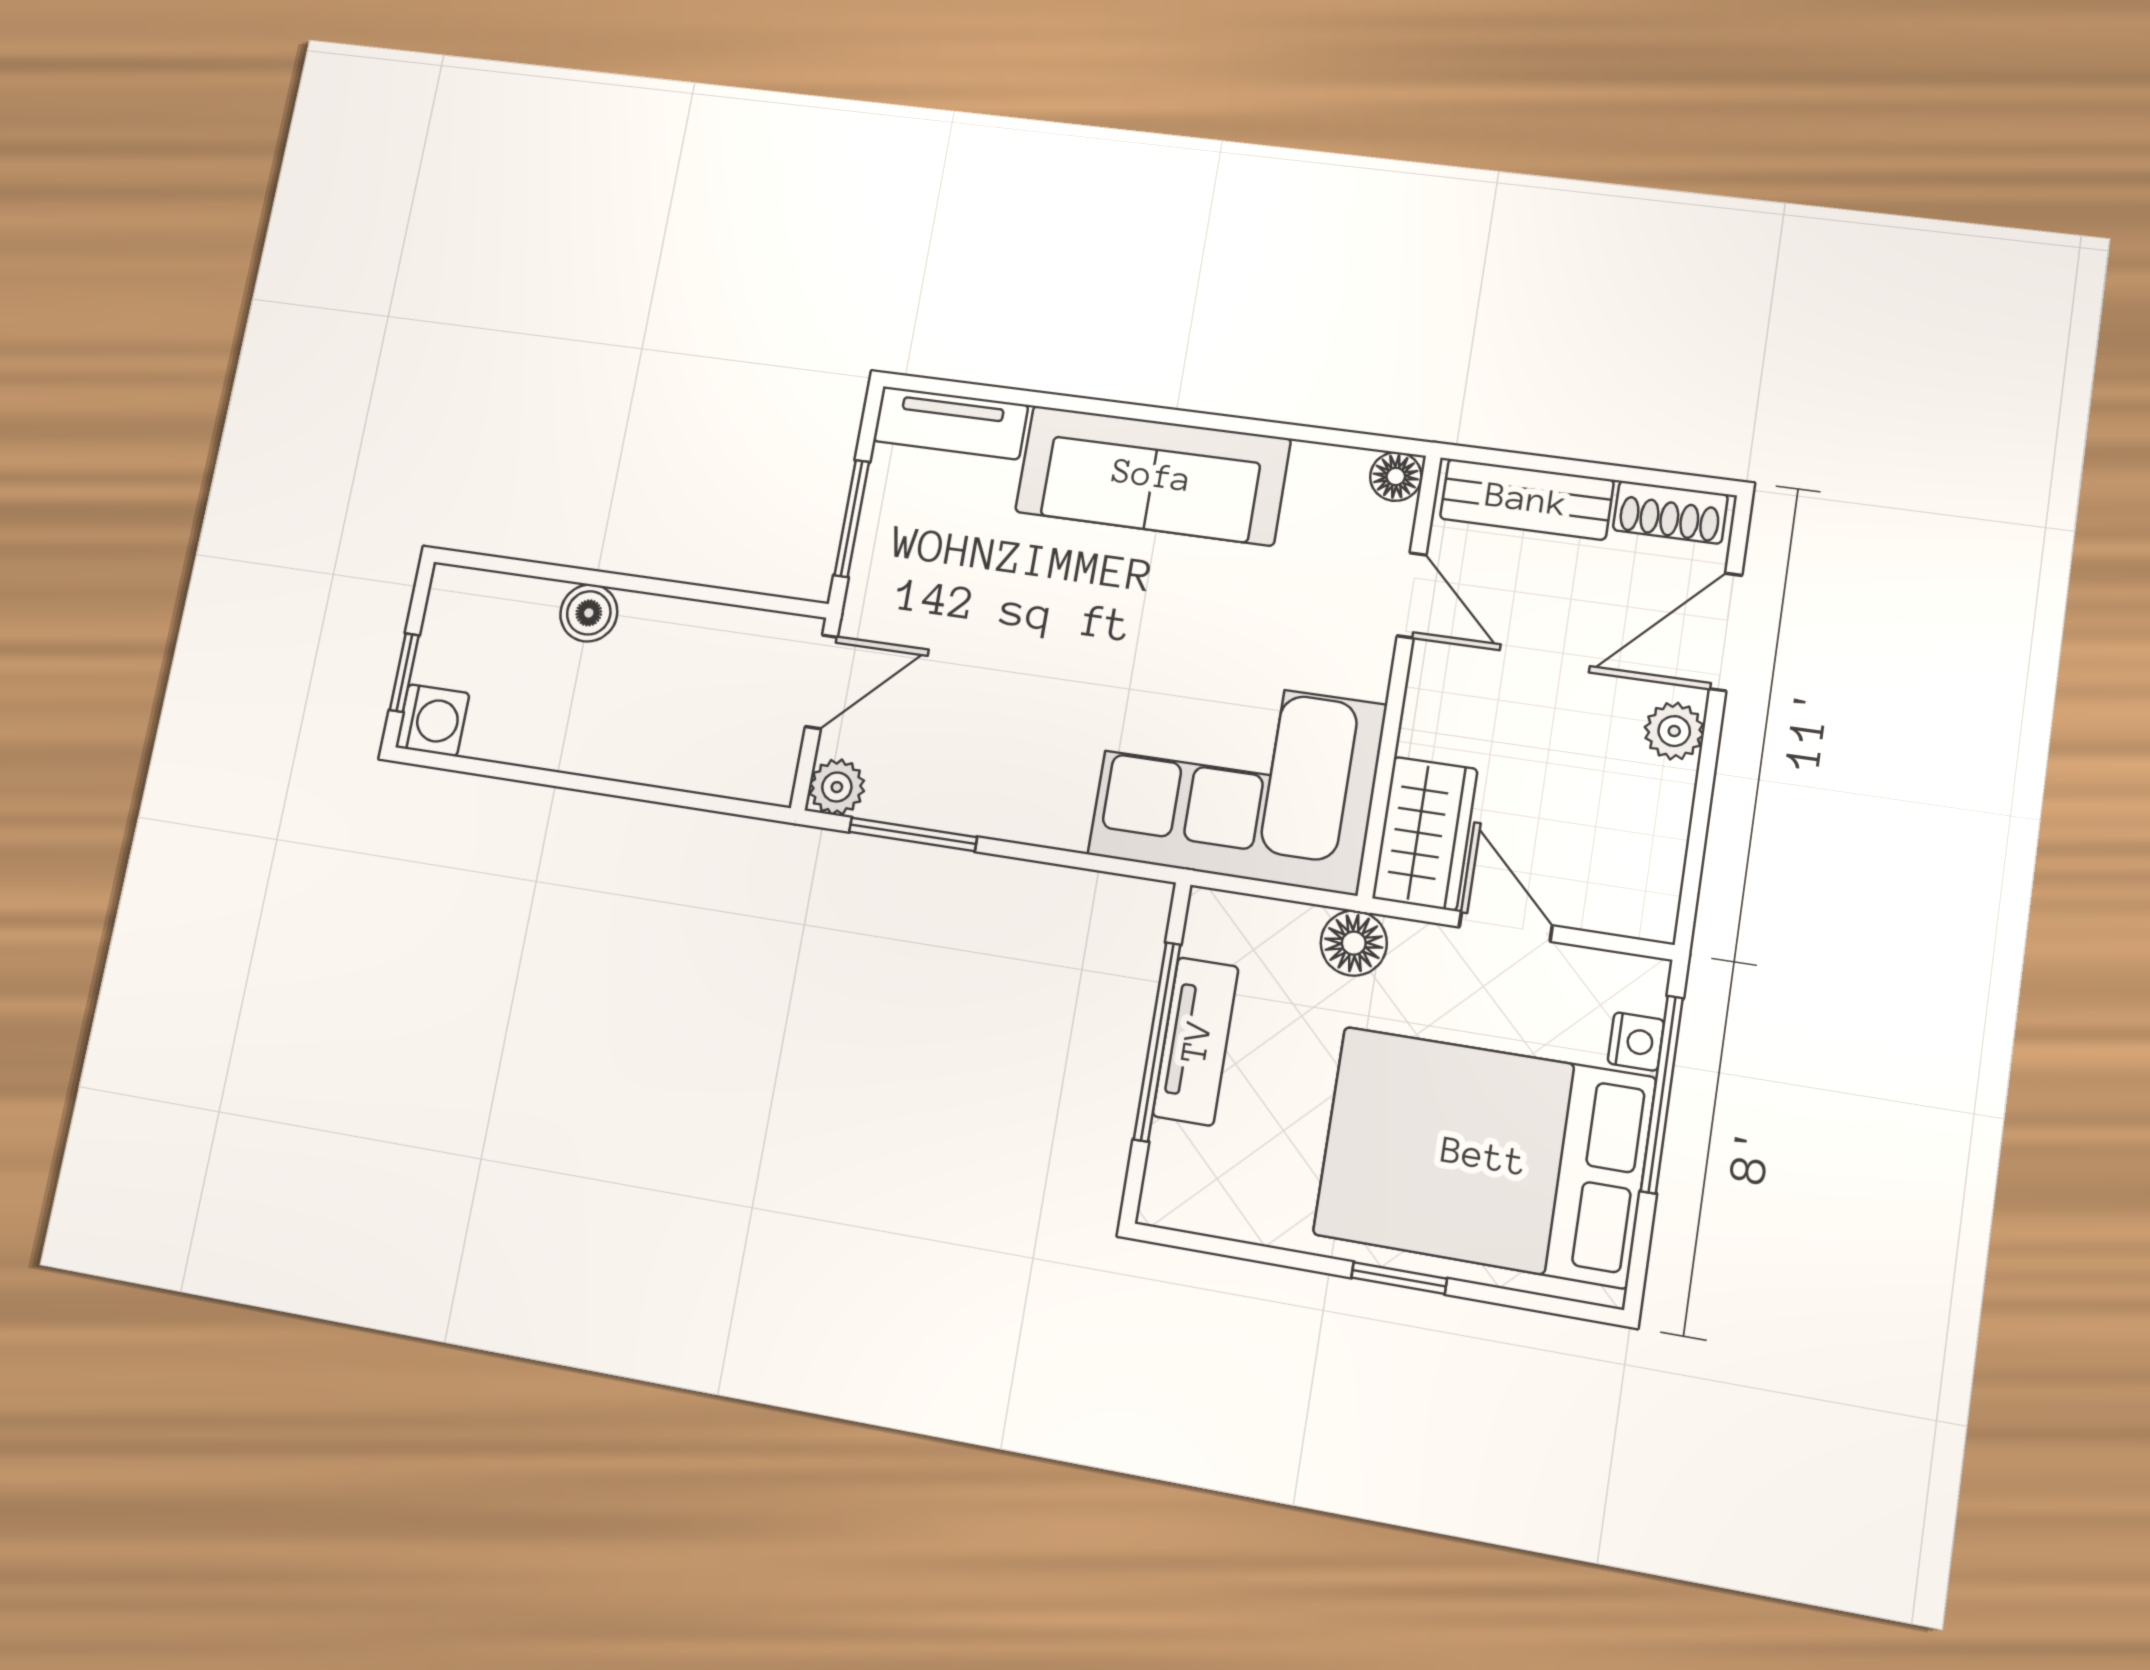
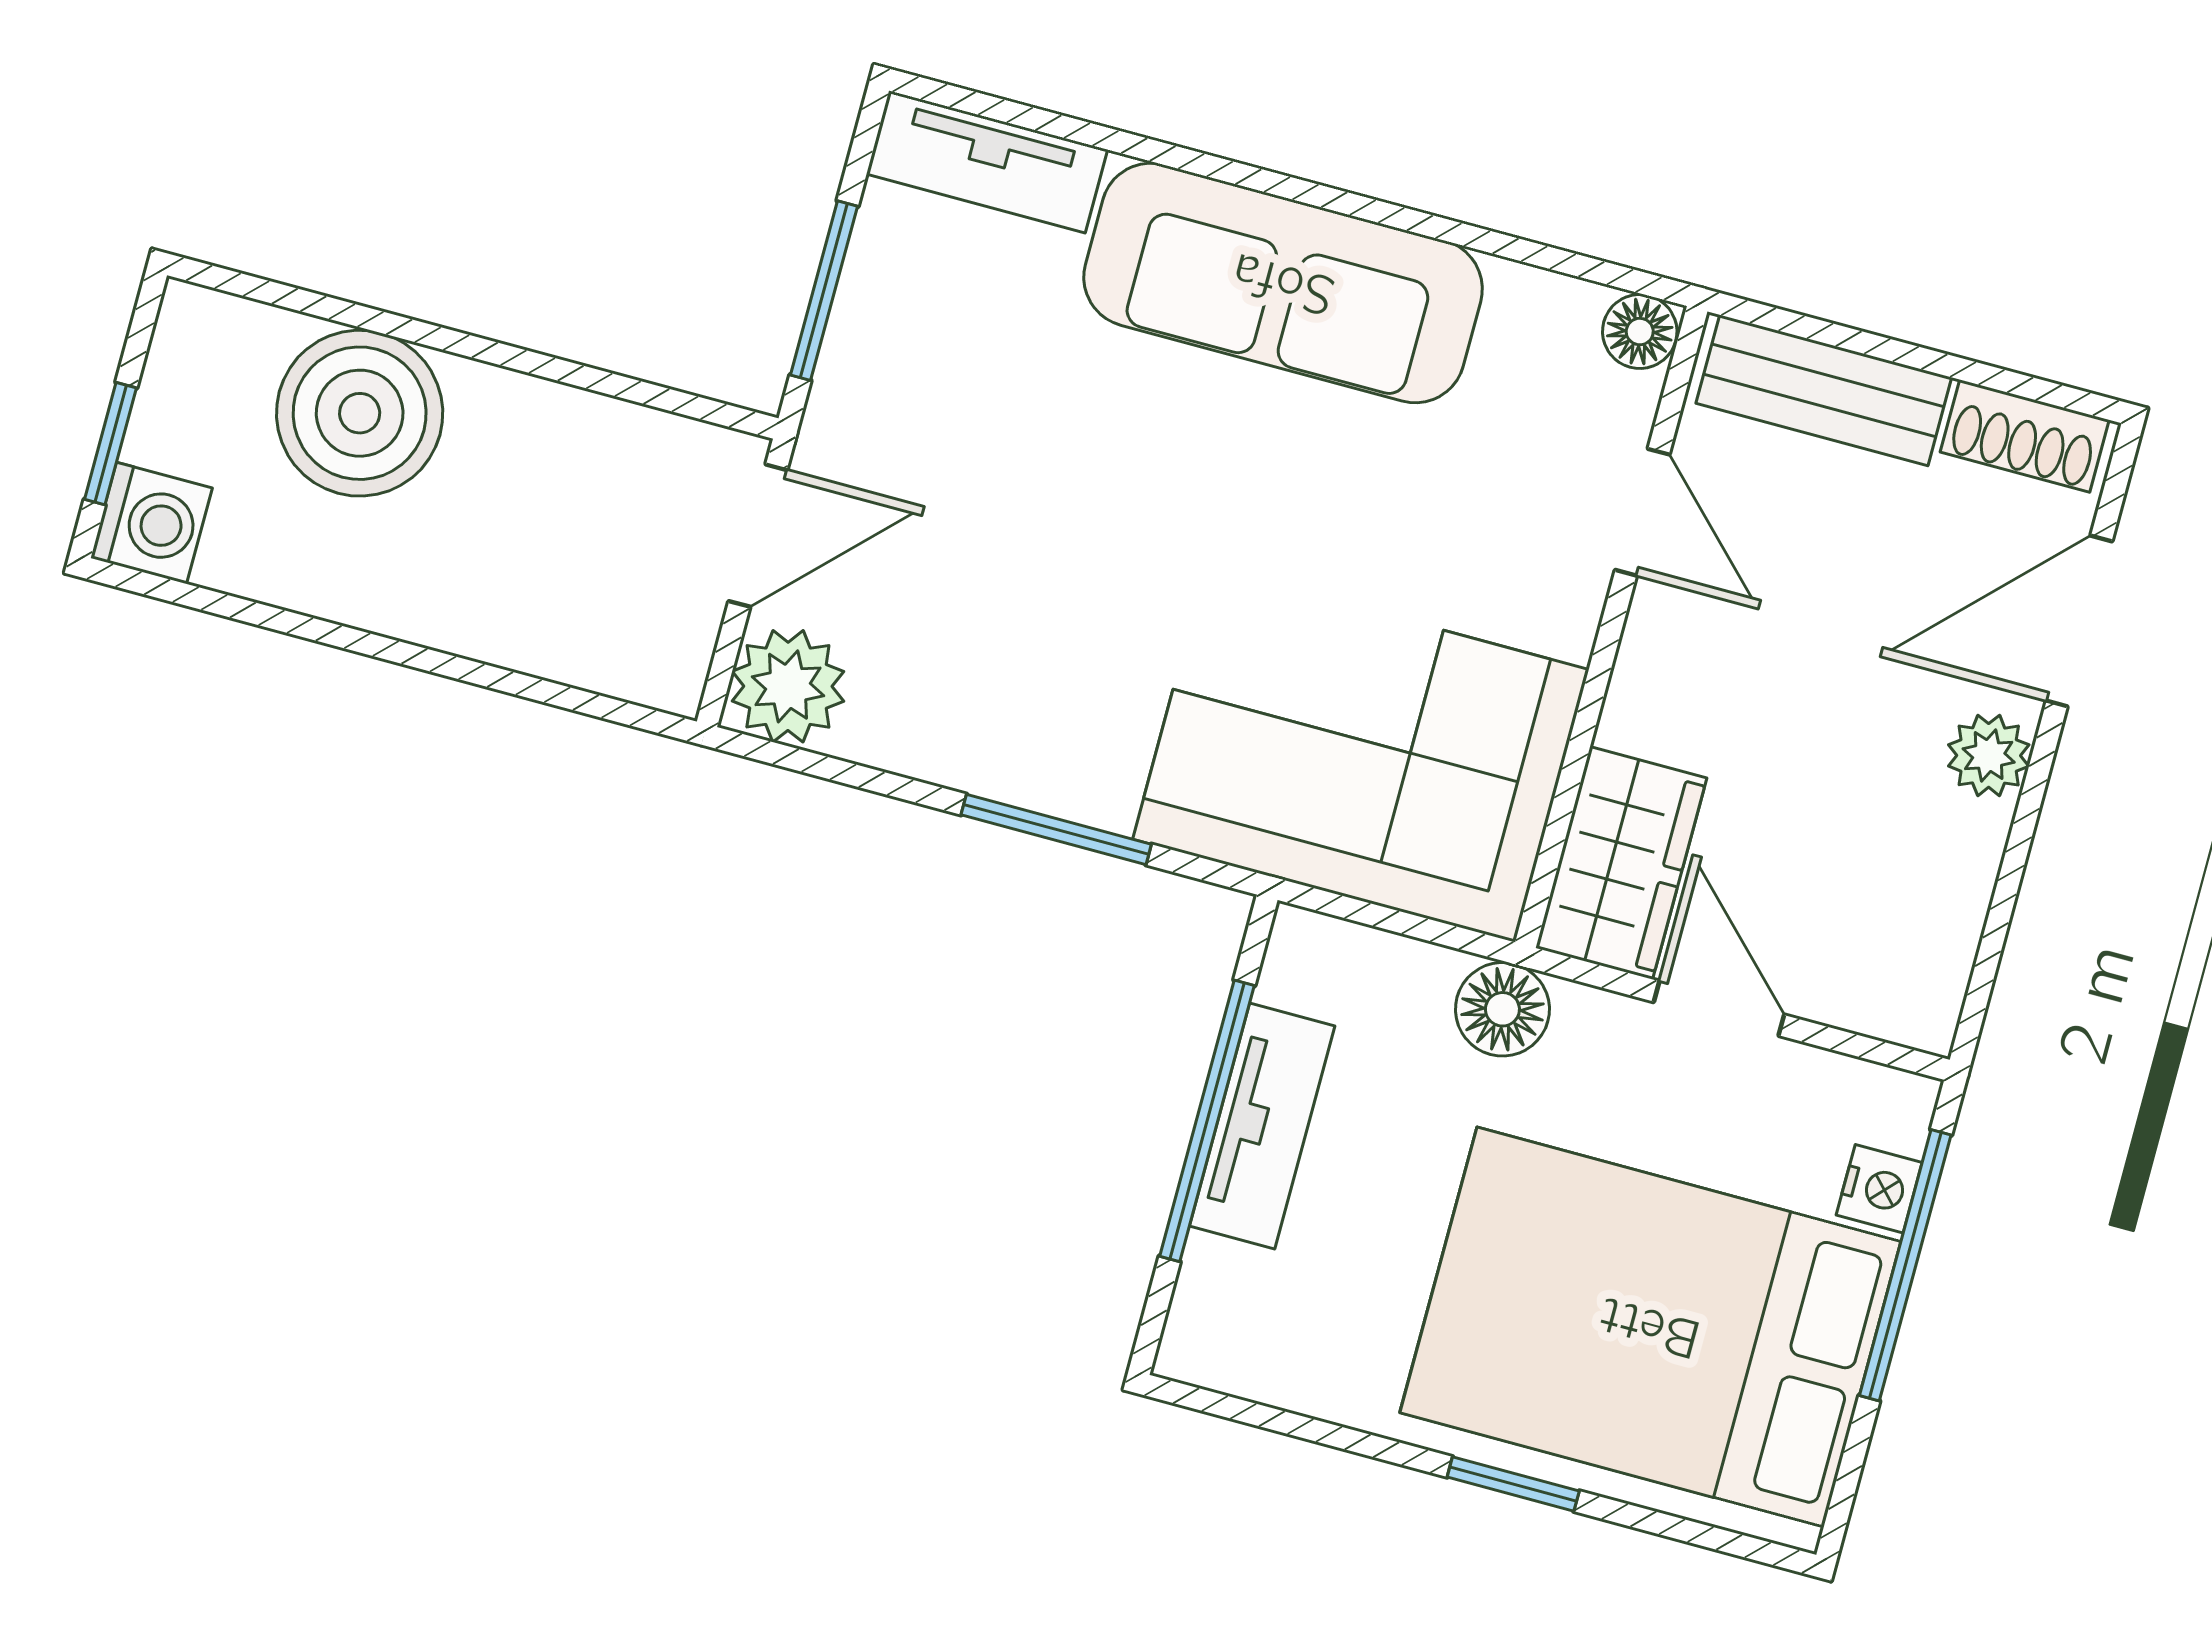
boiler: (589, 613) -> (360, 413), width x1.86, depth x1.86
plant: (837, 787) -> (788, 686), width x1.38, depth x1.38
window: (913, 834) -> (1056, 829), moved

